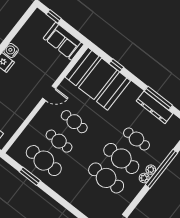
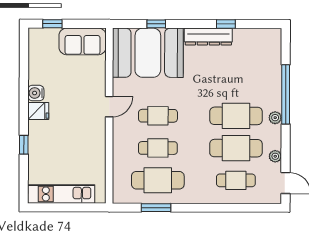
window: (158, 98) -> (226, 24), width x0.46
dresser: (155, 107) -> (208, 37), moved
cafe table: (137, 139) -> (236, 180), moved
plant: (151, 170) -> (275, 156), moved

